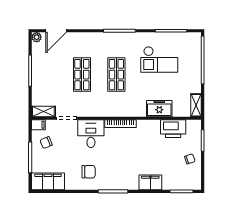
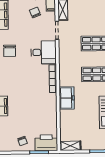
freezer: (159, 109) -> (67, 98), moved
printer: (173, 129) -> (46, 143), moved, turned 90

